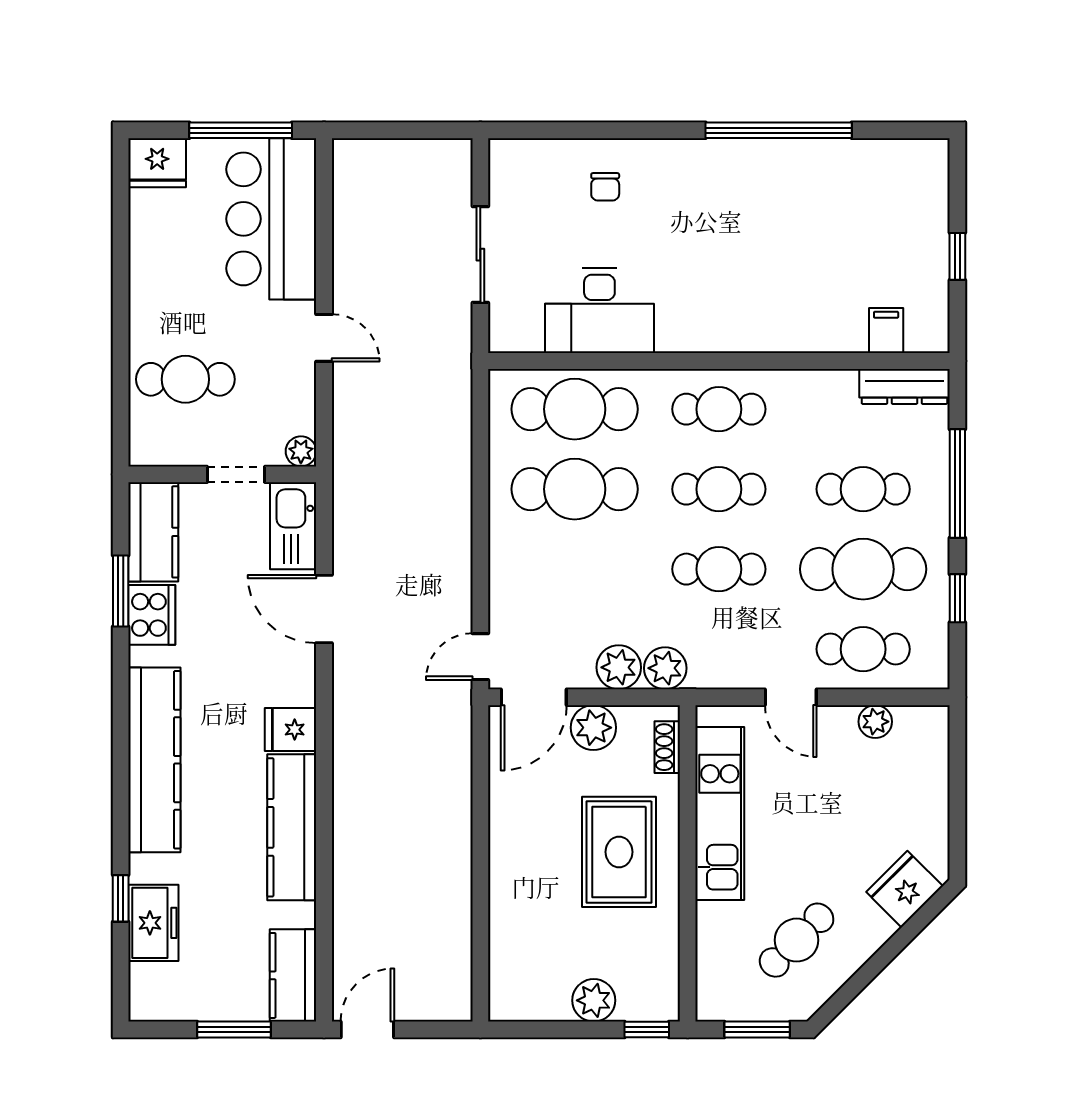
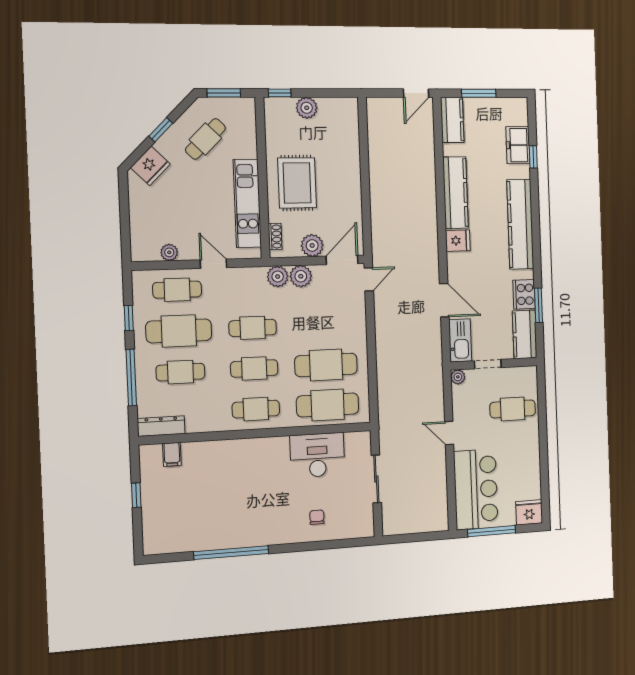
window: (882, 959) -> (161, 130), added

